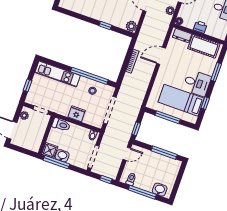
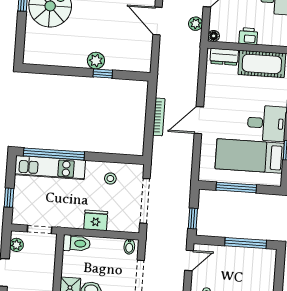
plant: (131, 26) -> (96, 61), moved
door: (161, 56) -> (199, 120), moved
window: (89, 76) -> (54, 154), moved

